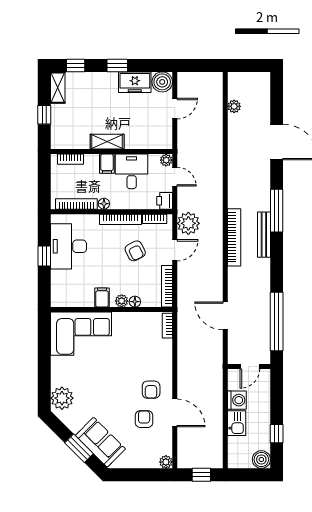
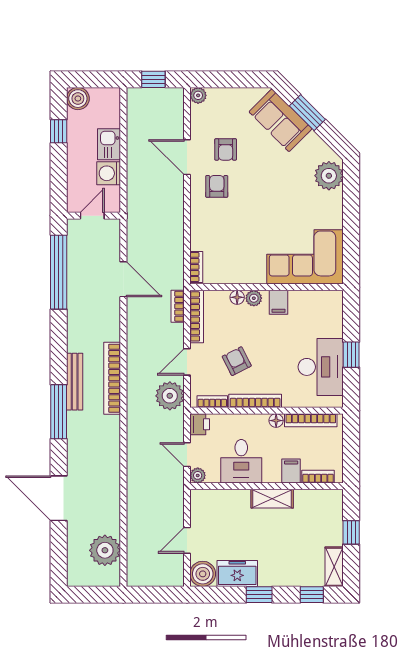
plant: (234, 106) -> (105, 550), width x1.87, depth x1.87
filing cabinet: (107, 164) -> (291, 471), moved
bookcase: (182, 294) -> (178, 306), added

